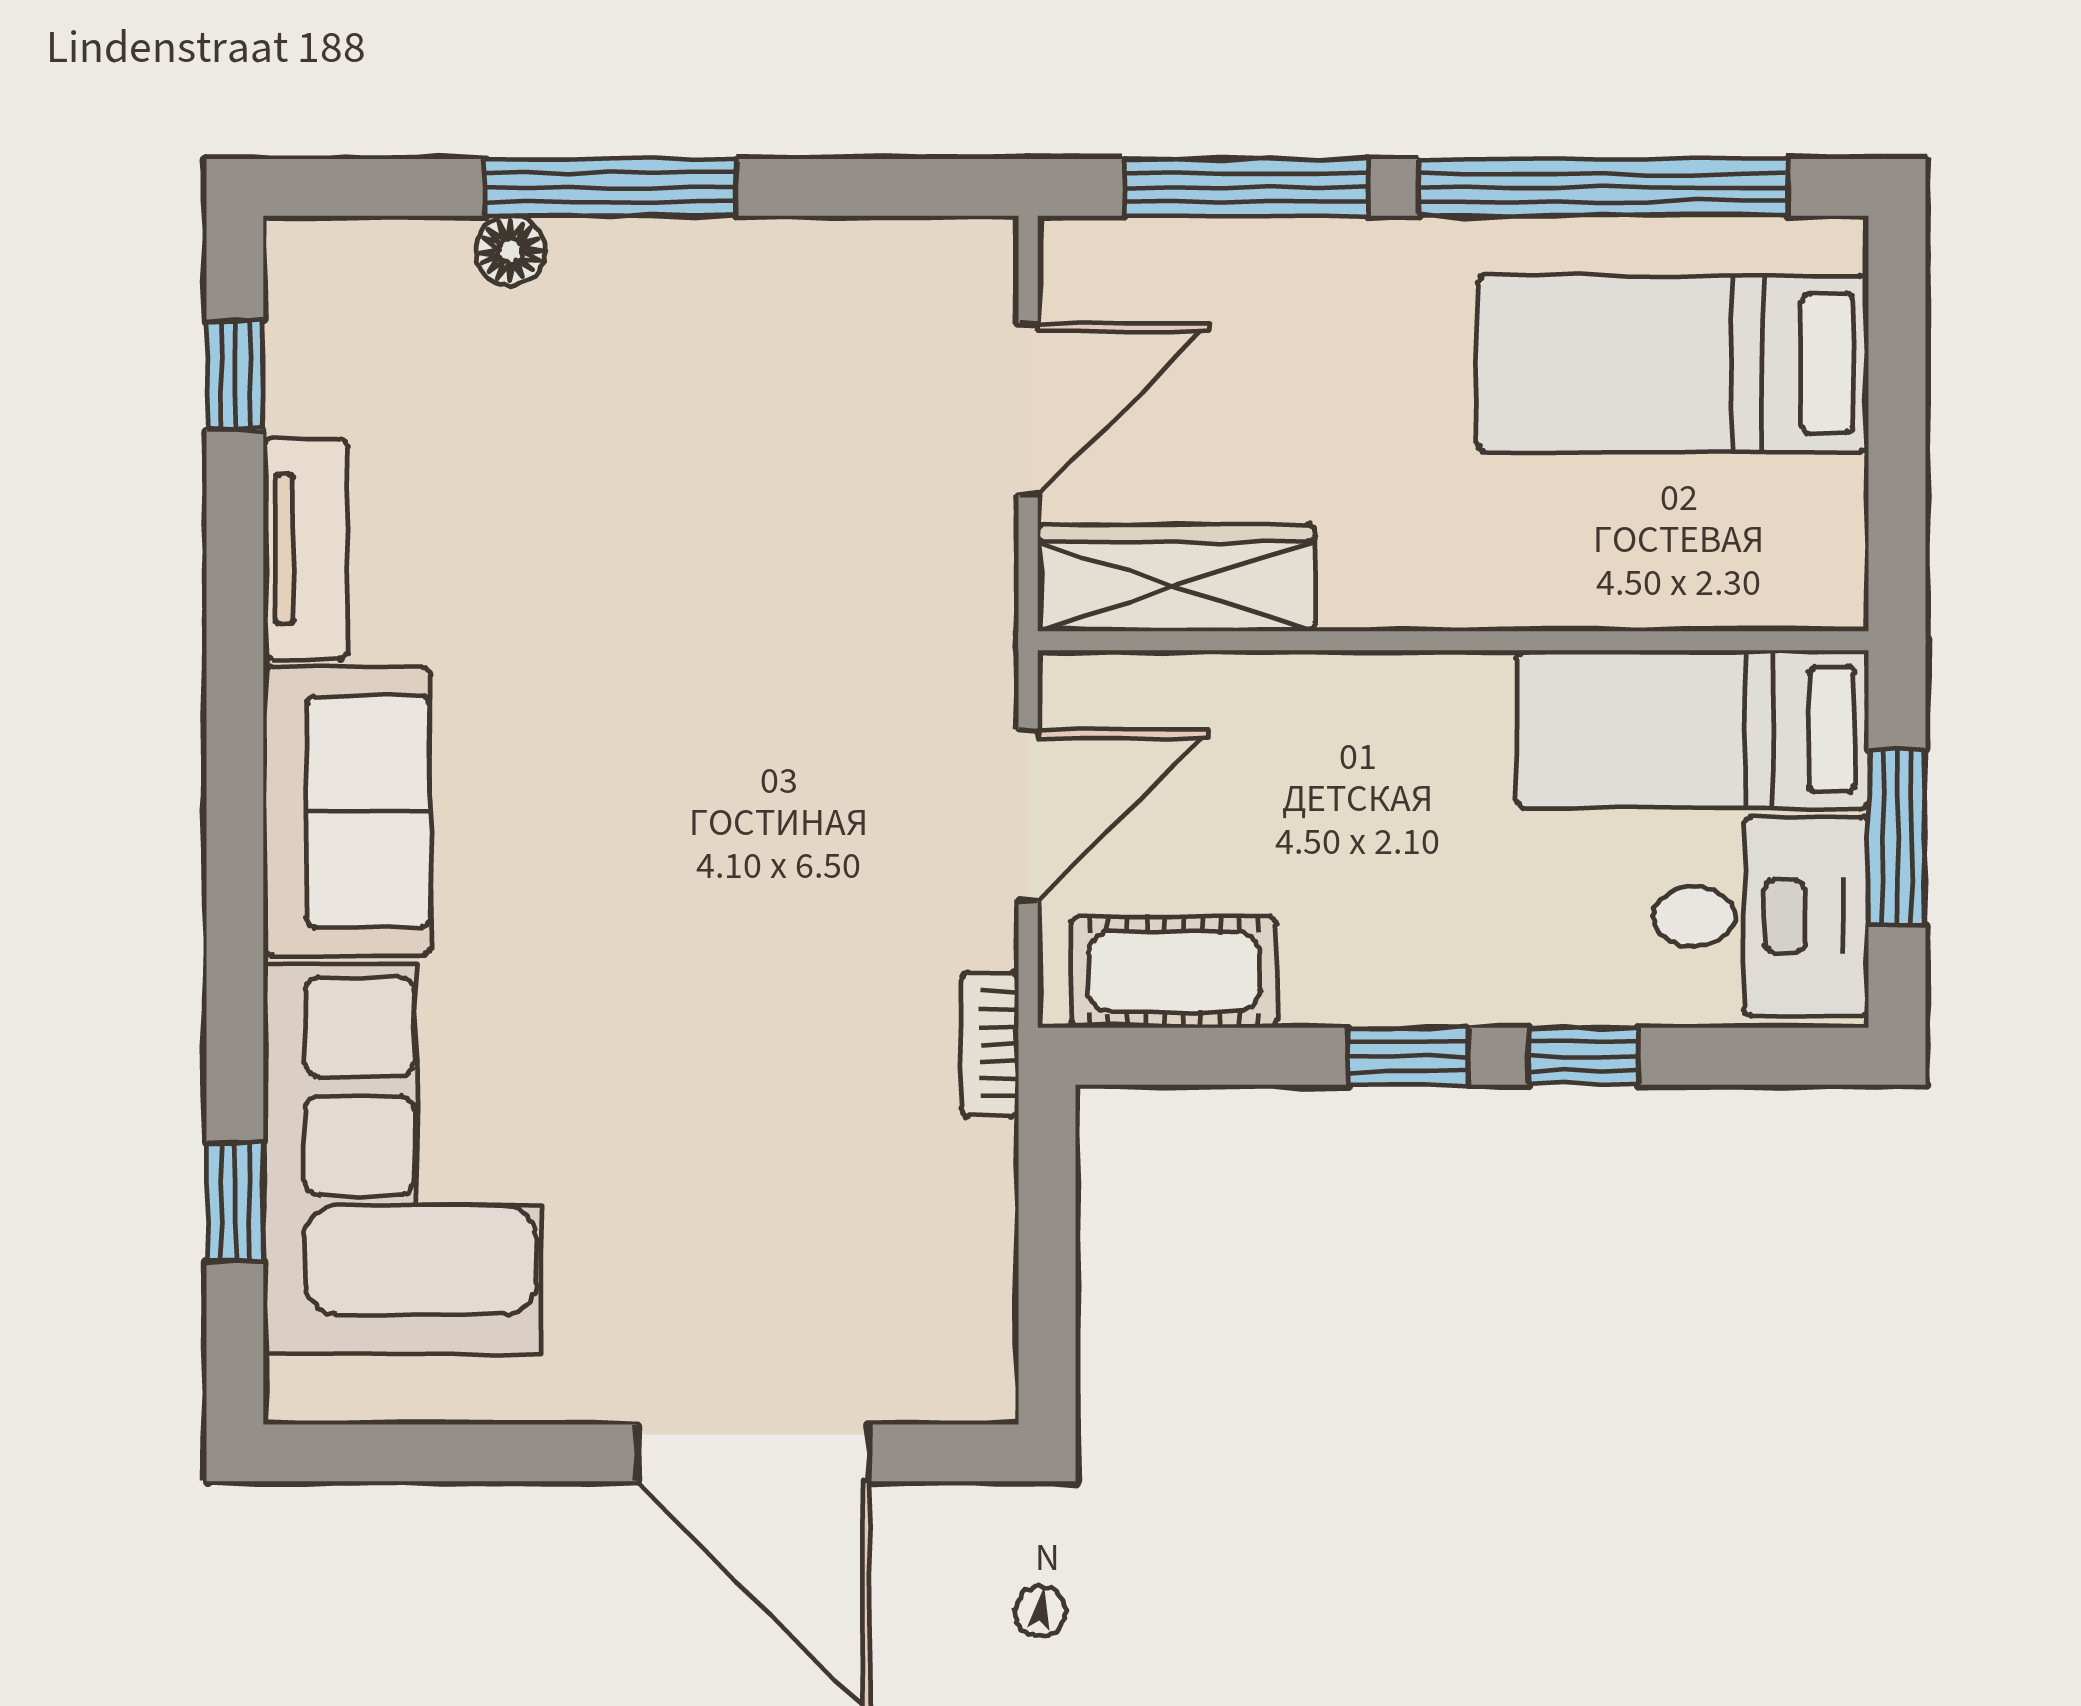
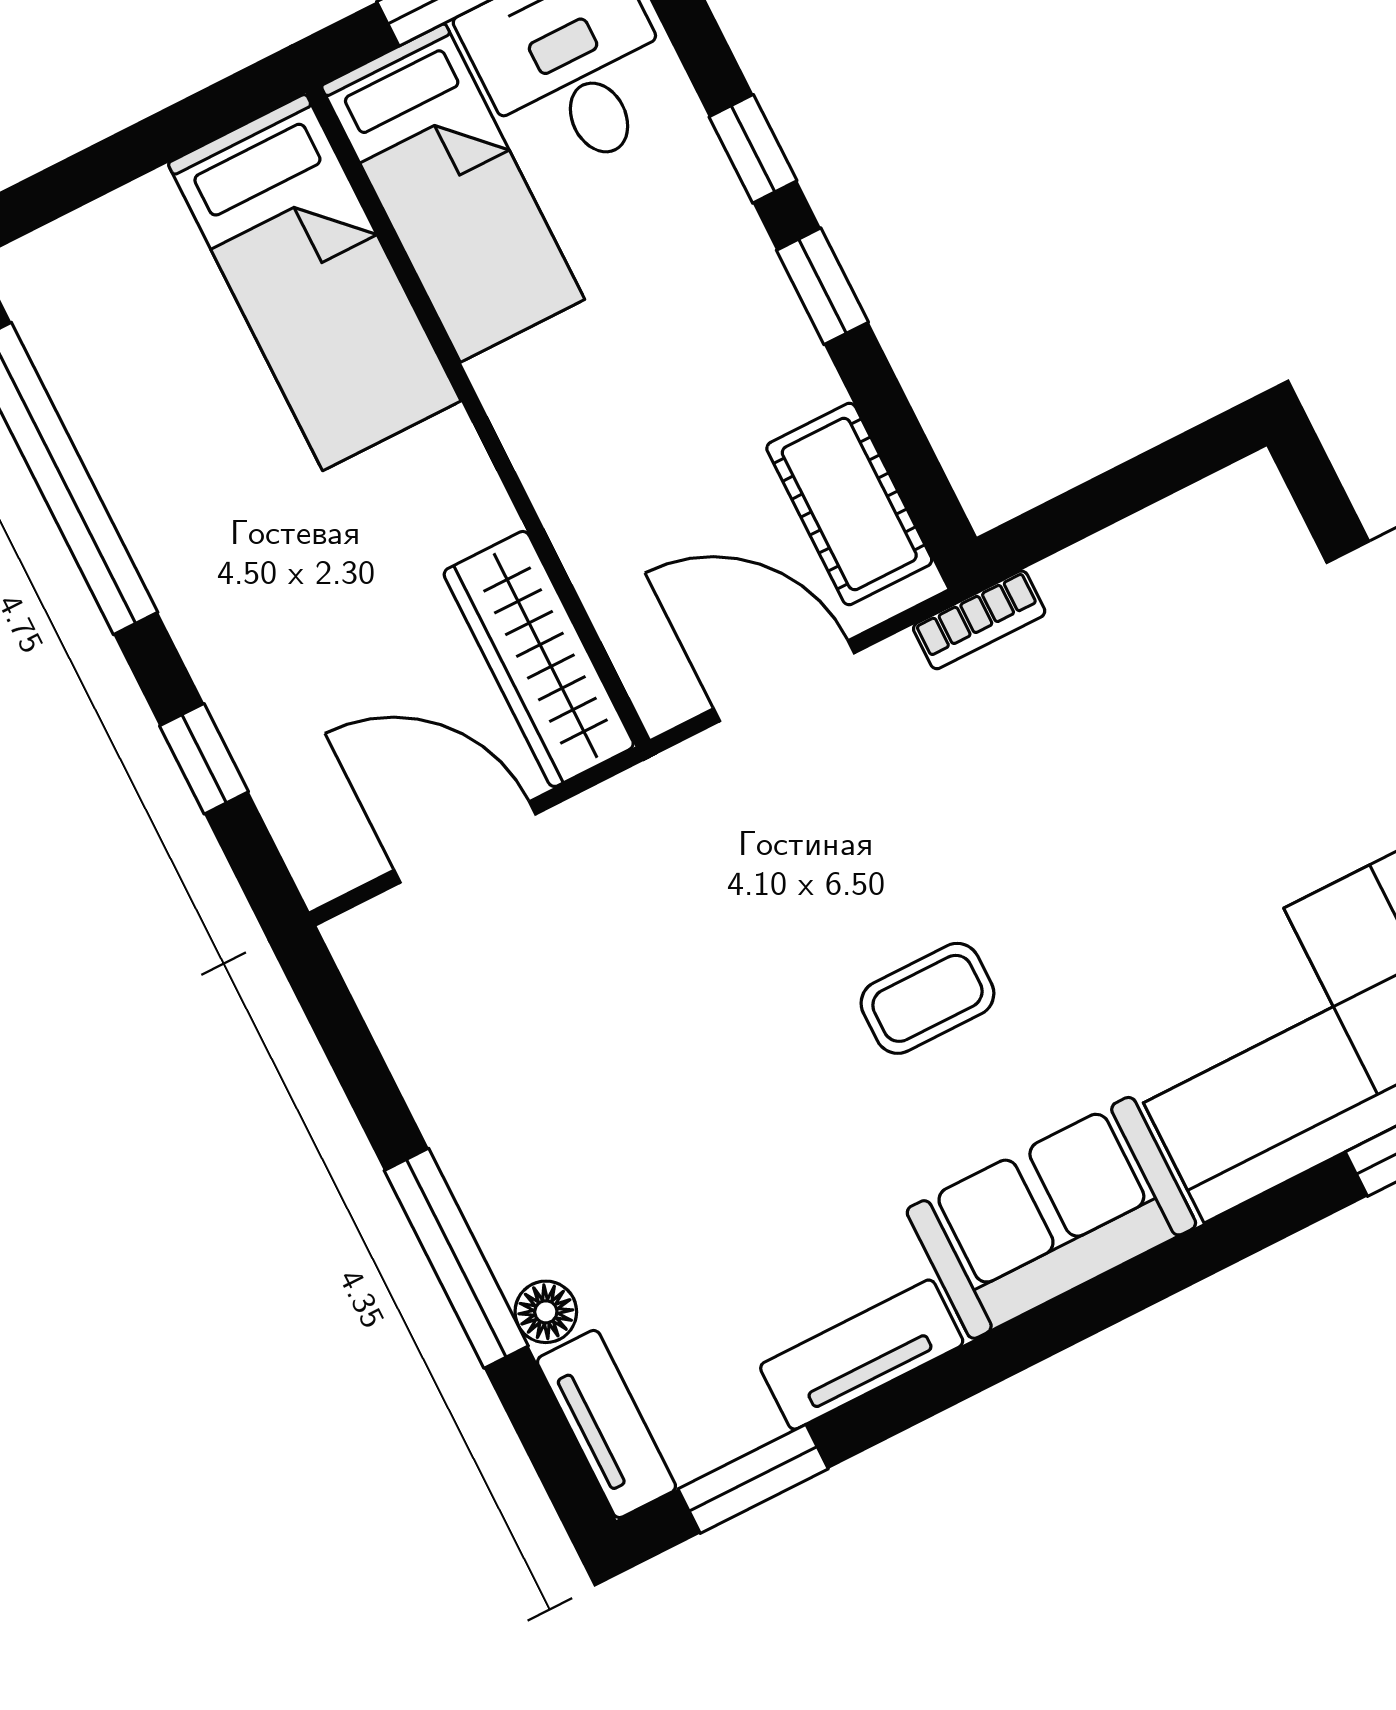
window: (1246, 187) -> (204, 759), width x0.46
tv unit: (366, 255) -> (607, 1424), added
bed: (1673, 364) -> (314, 282), moved
window: (235, 375) -> (753, 1479), width x1.50
coffee table: (633, 798) -> (927, 998), added

